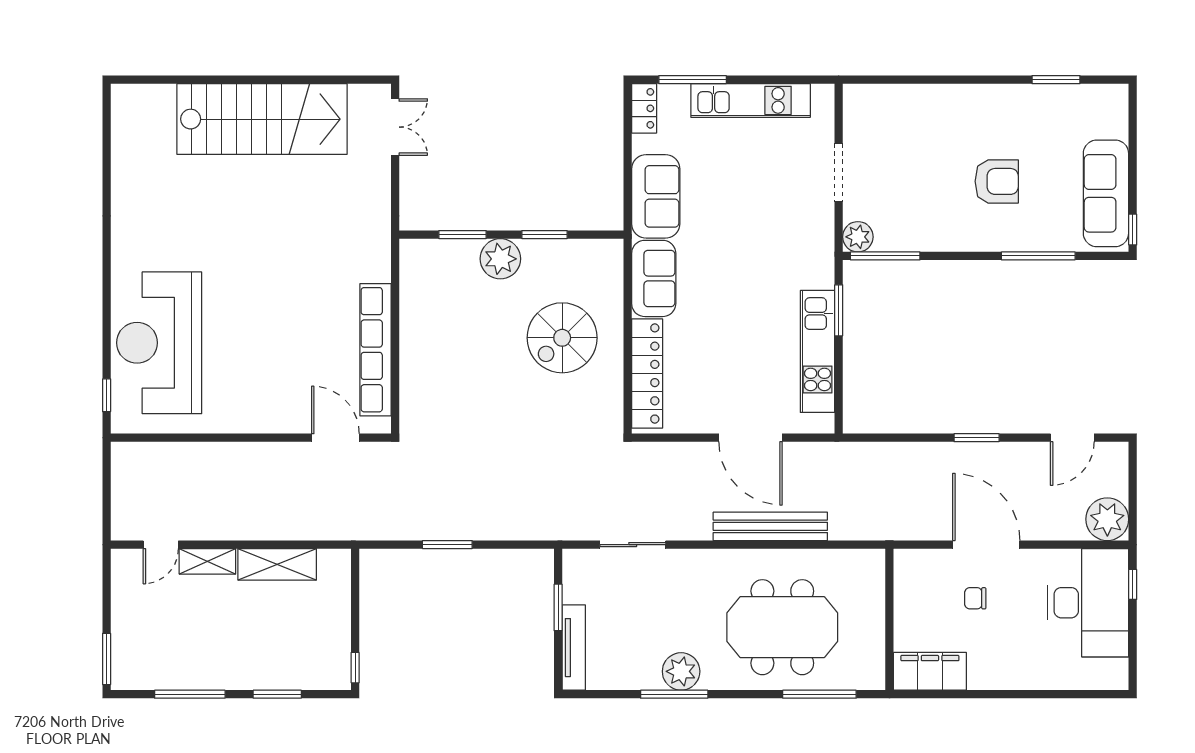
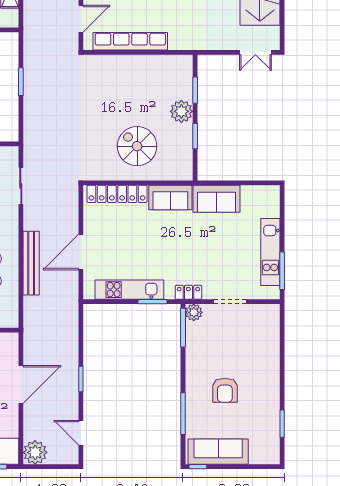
window: (693, 80) -> (282, 271), moved
locker: (644, 108) -> (188, 292), moved, turned 180

